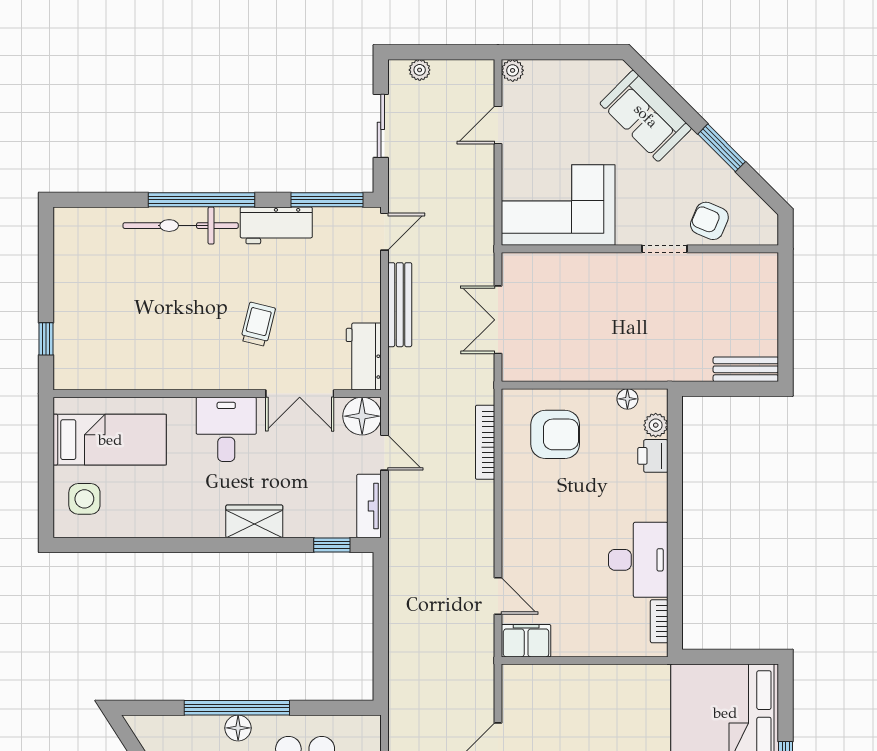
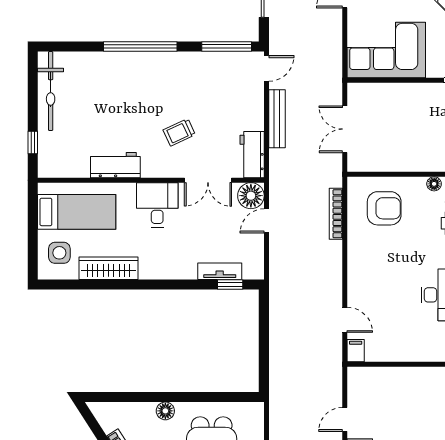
workbench: (276, 225) -> (115, 165), moved, turned 180
bicycle: (181, 226) -> (51, 91), moved, turned -90
trolley: (258, 324) -> (179, 132), turned -129
door: (385, 453) -> (266, 221), swing flipped
tv unit: (369, 506) -> (220, 271), moved, turned 90
wardrobe: (254, 521) -> (109, 268), moved, width x1.50
filing cabinet: (526, 641) -> (356, 351), width x0.50
window: (237, 708) -> (165, 397), removed

